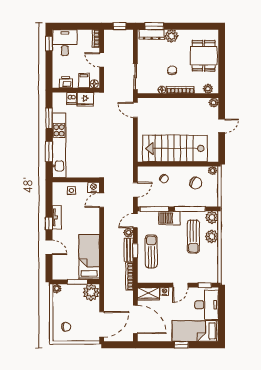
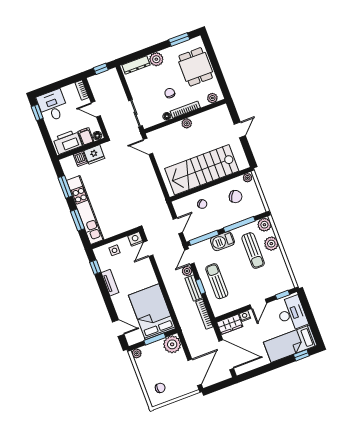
window: (154, 26) -> (179, 39), moved
printer: (66, 82) -> (67, 142), width x1.87, depth x1.48
plant: (214, 103) -> (187, 123), moved
window: (49, 224) -> (95, 267), moved
door: (49, 247) -> (118, 328), moved
bed: (89, 257) -> (152, 312), width x1.50
window: (181, 345) -> (301, 355), moved

